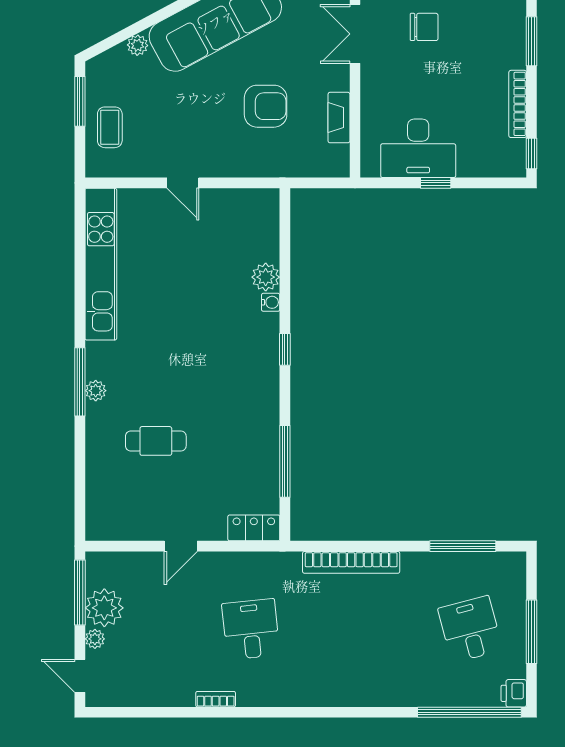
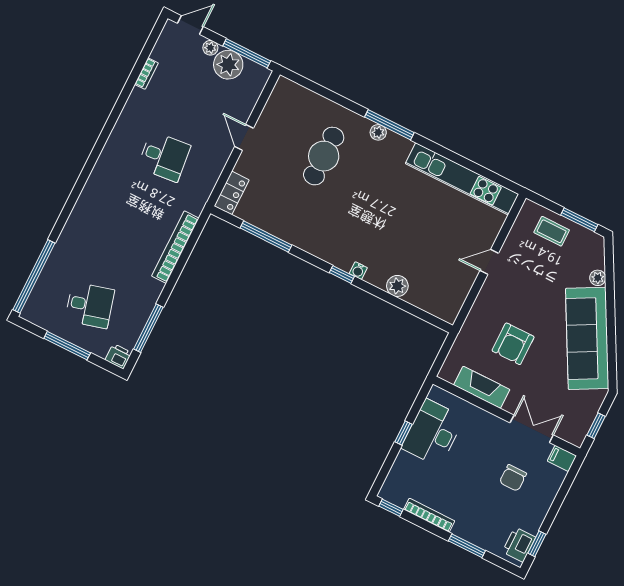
fireplace: (339, 118) -> (482, 387), width x1.37, depth x1.32
water cooler: (271, 302) -> (358, 271), moved
cafe table: (156, 441) -> (324, 156), width x1.37, depth x1.35
printer: (514, 693) -> (118, 356), moved
bookcase: (216, 699) -> (146, 74), moved

